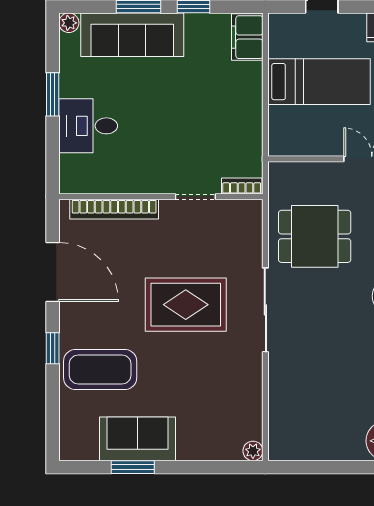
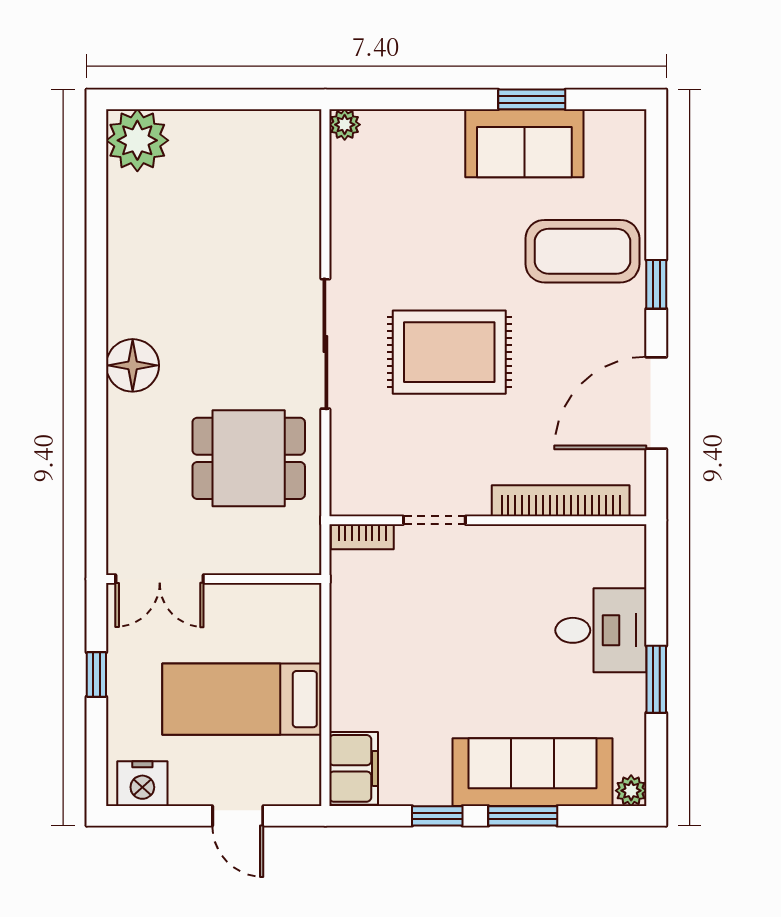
door: (53, 272) -> (656, 403), hinge flipped

